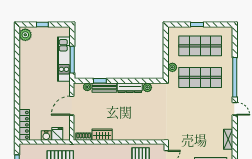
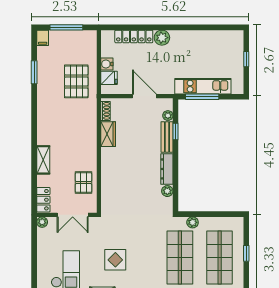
plant: (25, 35) -> (162, 38), moved
locker: (24, 125) -> (134, 36), moved
display table: (202, 129) -> (115, 260), added

